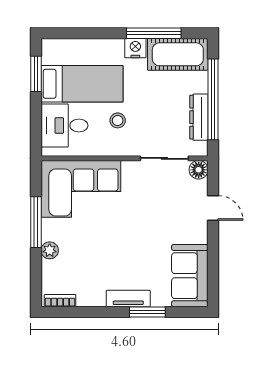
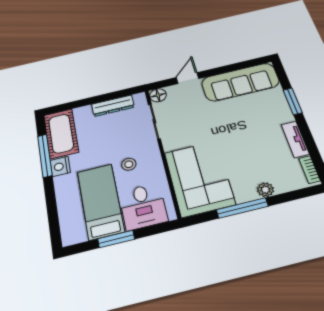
window: (36, 74) -> (116, 239), moved
window: (213, 99) -> (96, 100), removed
sofa: (190, 276) -> (240, 82), width x1.36
tv unit: (128, 299) -> (295, 139), moved

